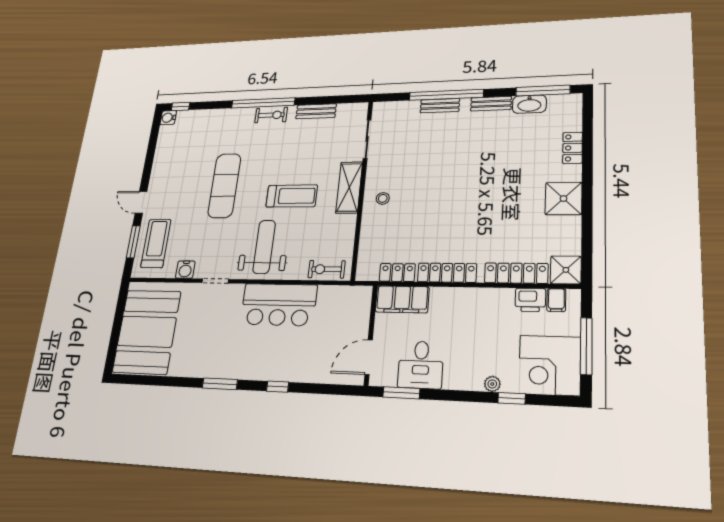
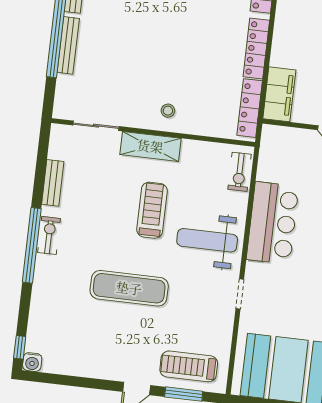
bench: (440, 106) -> (68, 45), width x1.36
water cooler: (185, 270) -> (223, 329), removed
locker: (397, 273) -> (250, 108), width x1.53

